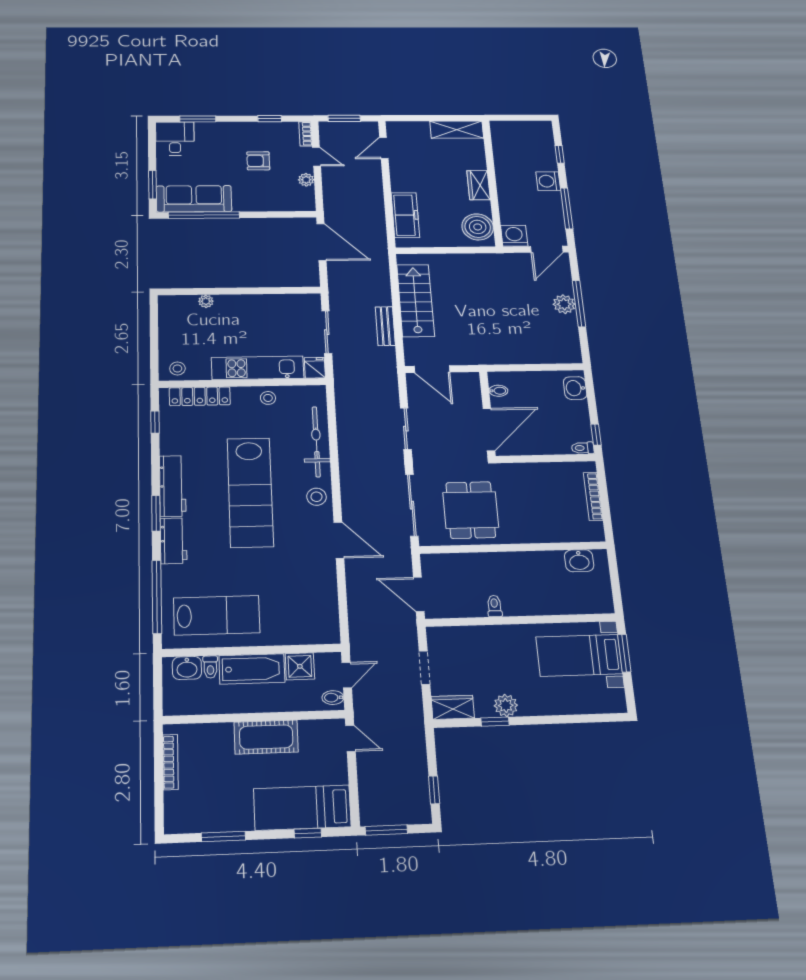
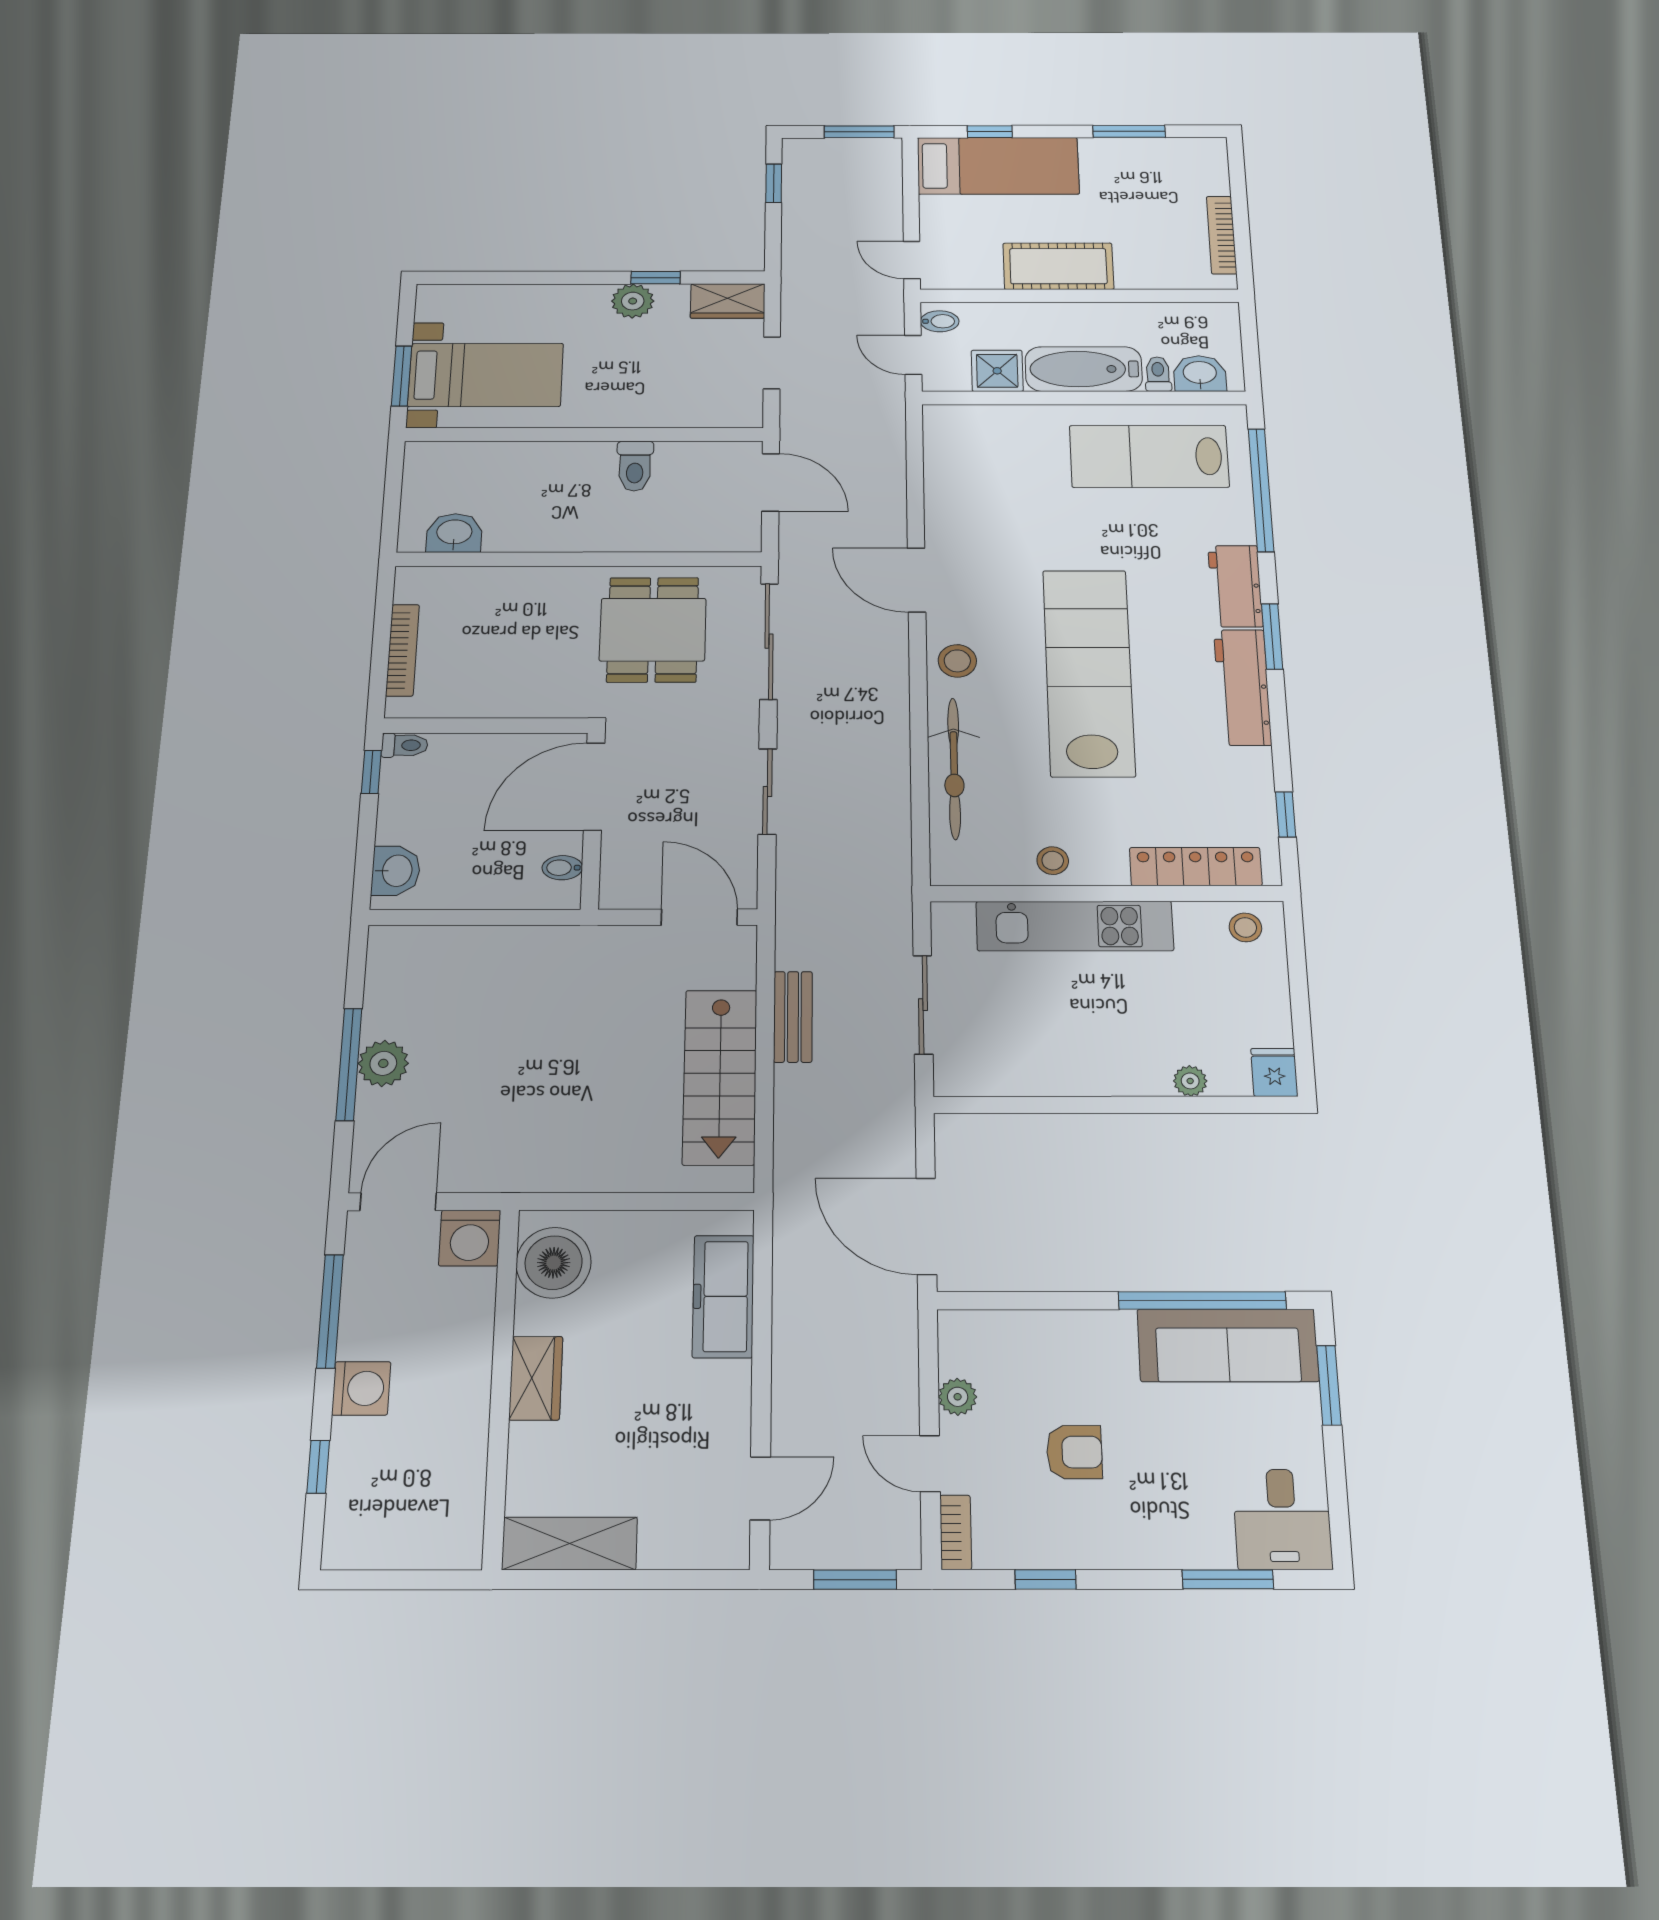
fridge: (315, 368) -> (1274, 1072), moved, turned 180
toilet: (494, 606) -> (635, 466), width x1.37, depth x1.39
door: (347, 675) -> (913, 355), hinge flipped

